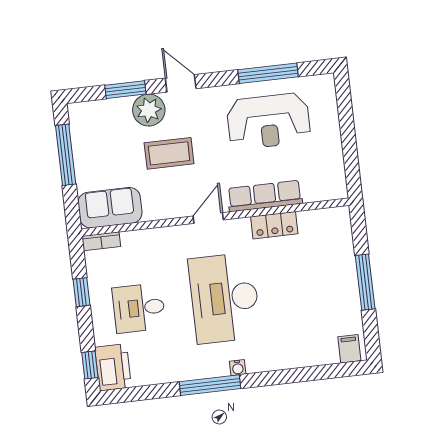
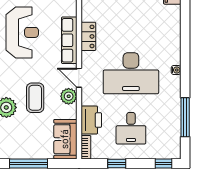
plant: (178, 205) -> (69, 96), added
printer: (113, 367) -> (91, 120), moved, turned 90
window: (210, 385) -> (185, 117), moved

